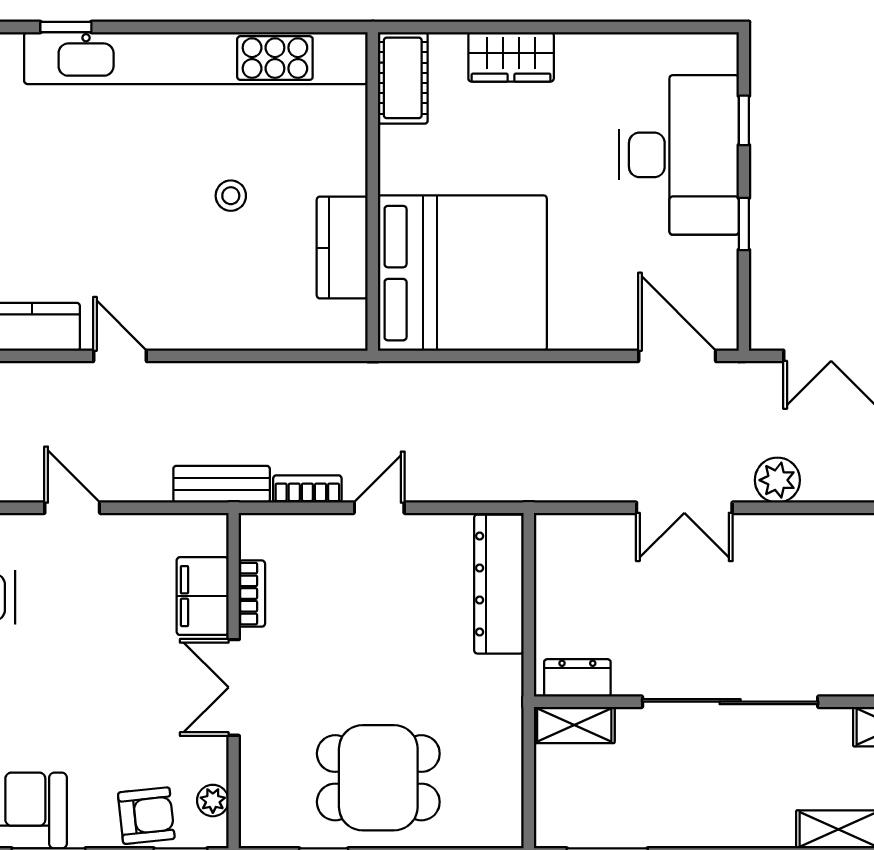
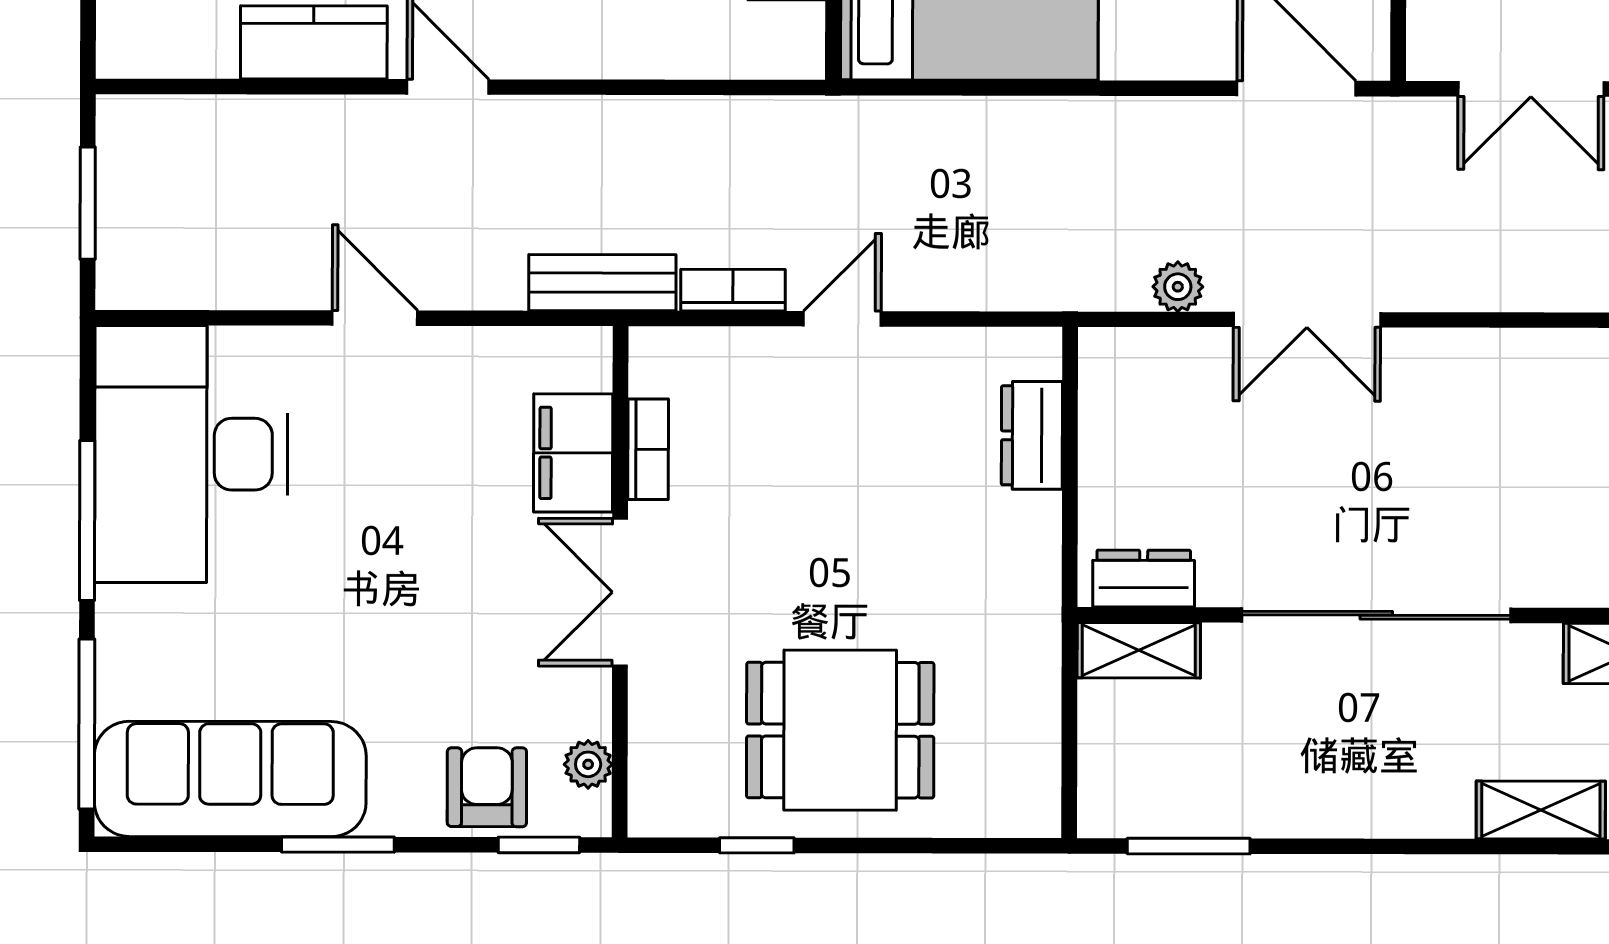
plant: (777, 480) -> (1178, 287), moved, width x0.73, depth x0.73
dresser: (499, 584) -> (1032, 435), width x0.51, depth x0.80
armchair: (146, 816) -> (487, 787), turned -84

